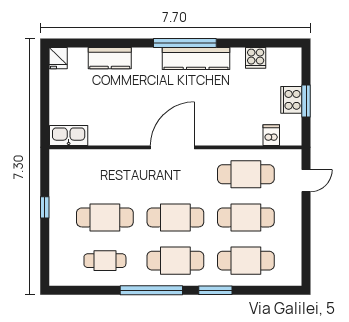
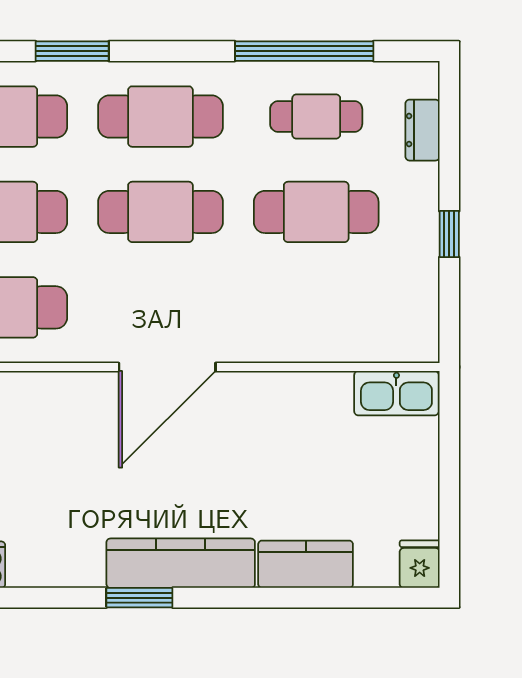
window: (185, 43) -> (139, 598), width x0.47
kitchen counter: (196, 58) -> (181, 563), moved
dresser: (57, 255) -> (422, 130), added
window: (151, 290) -> (304, 51), moved

